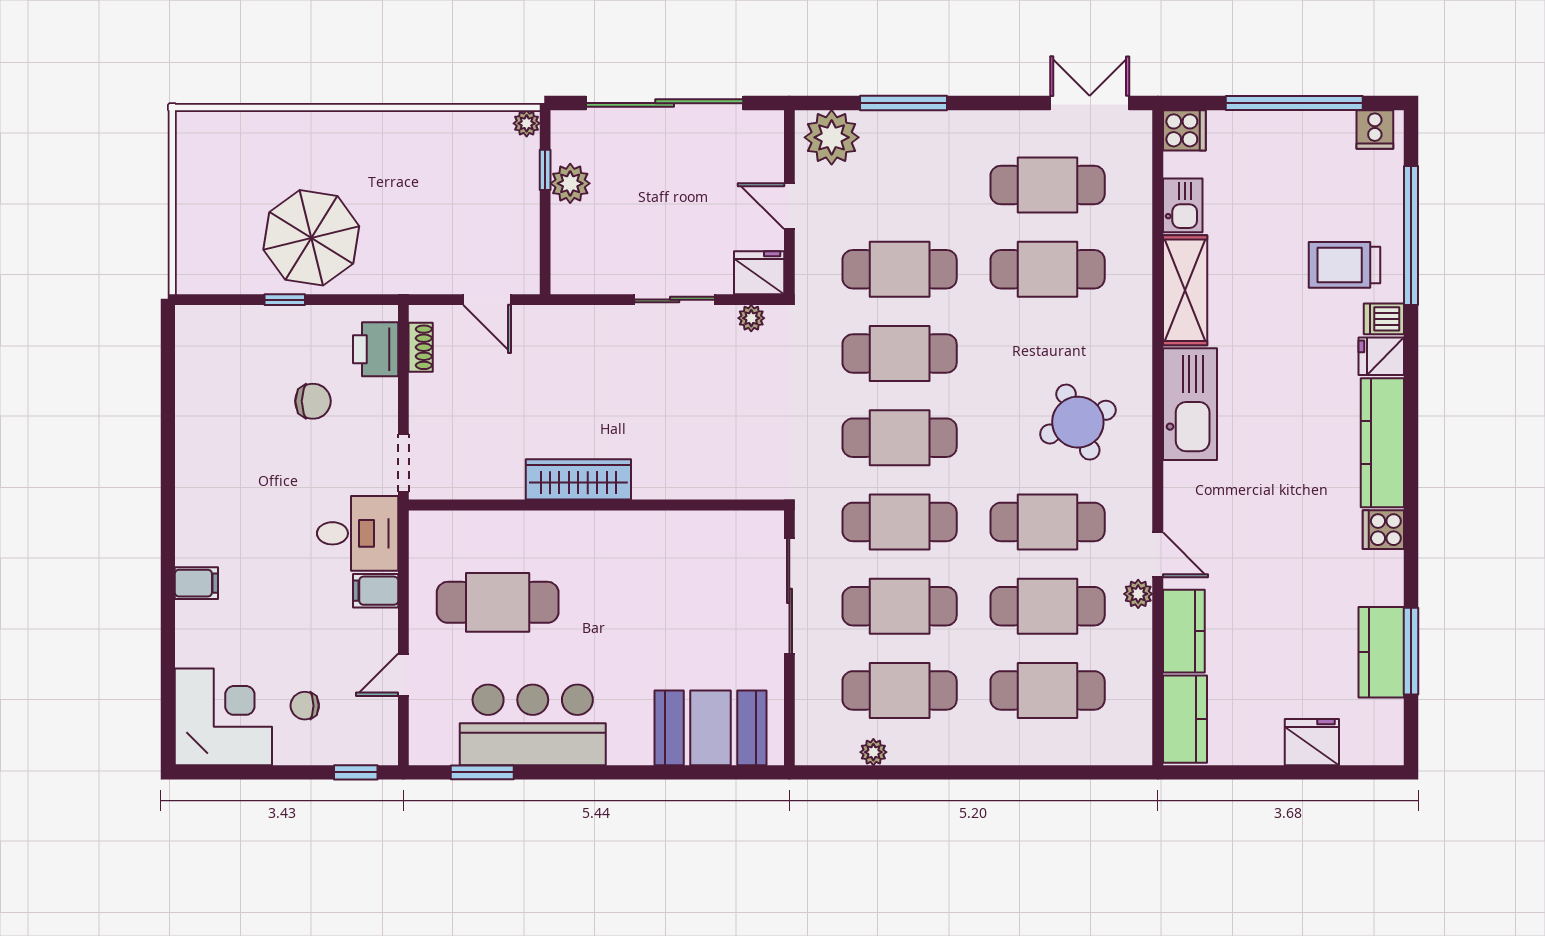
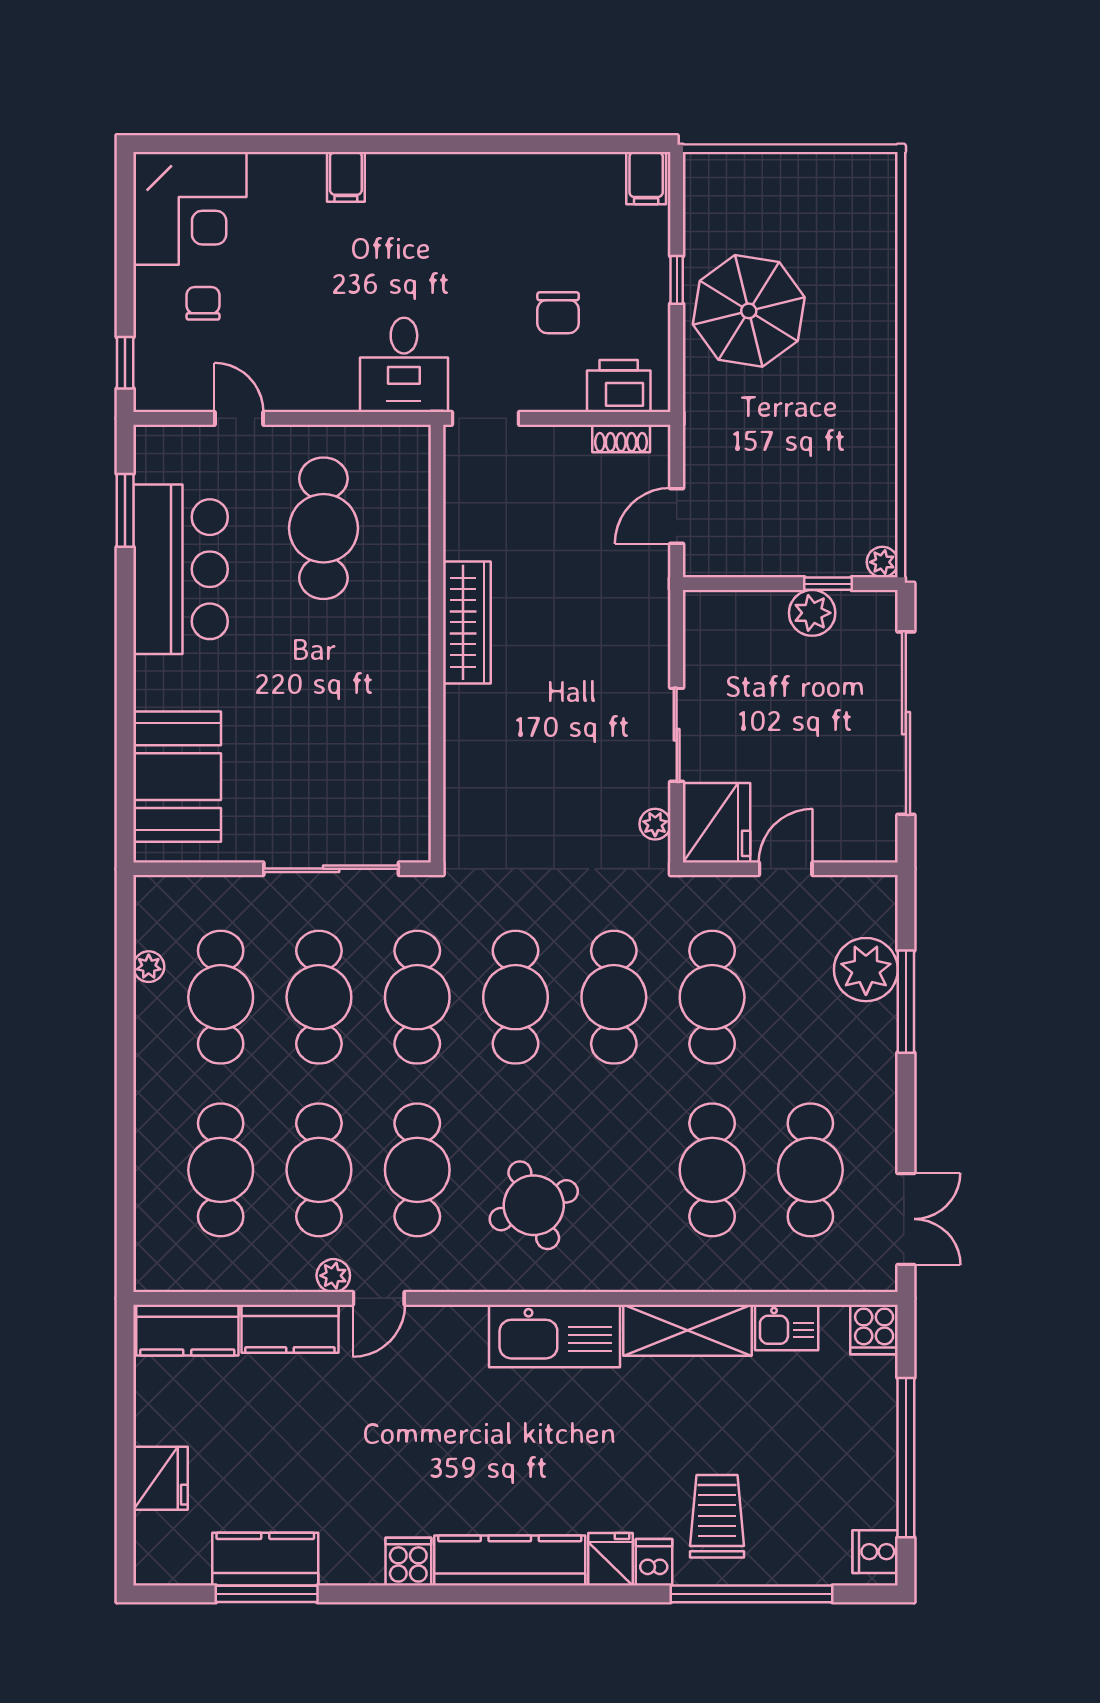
plant: (832, 137) -> (866, 970), moved
fridge: (759, 273) -> (717, 823), width x1.36, depth x1.34
filing cabinet: (376, 591) -> (646, 178), moved, turned 180

